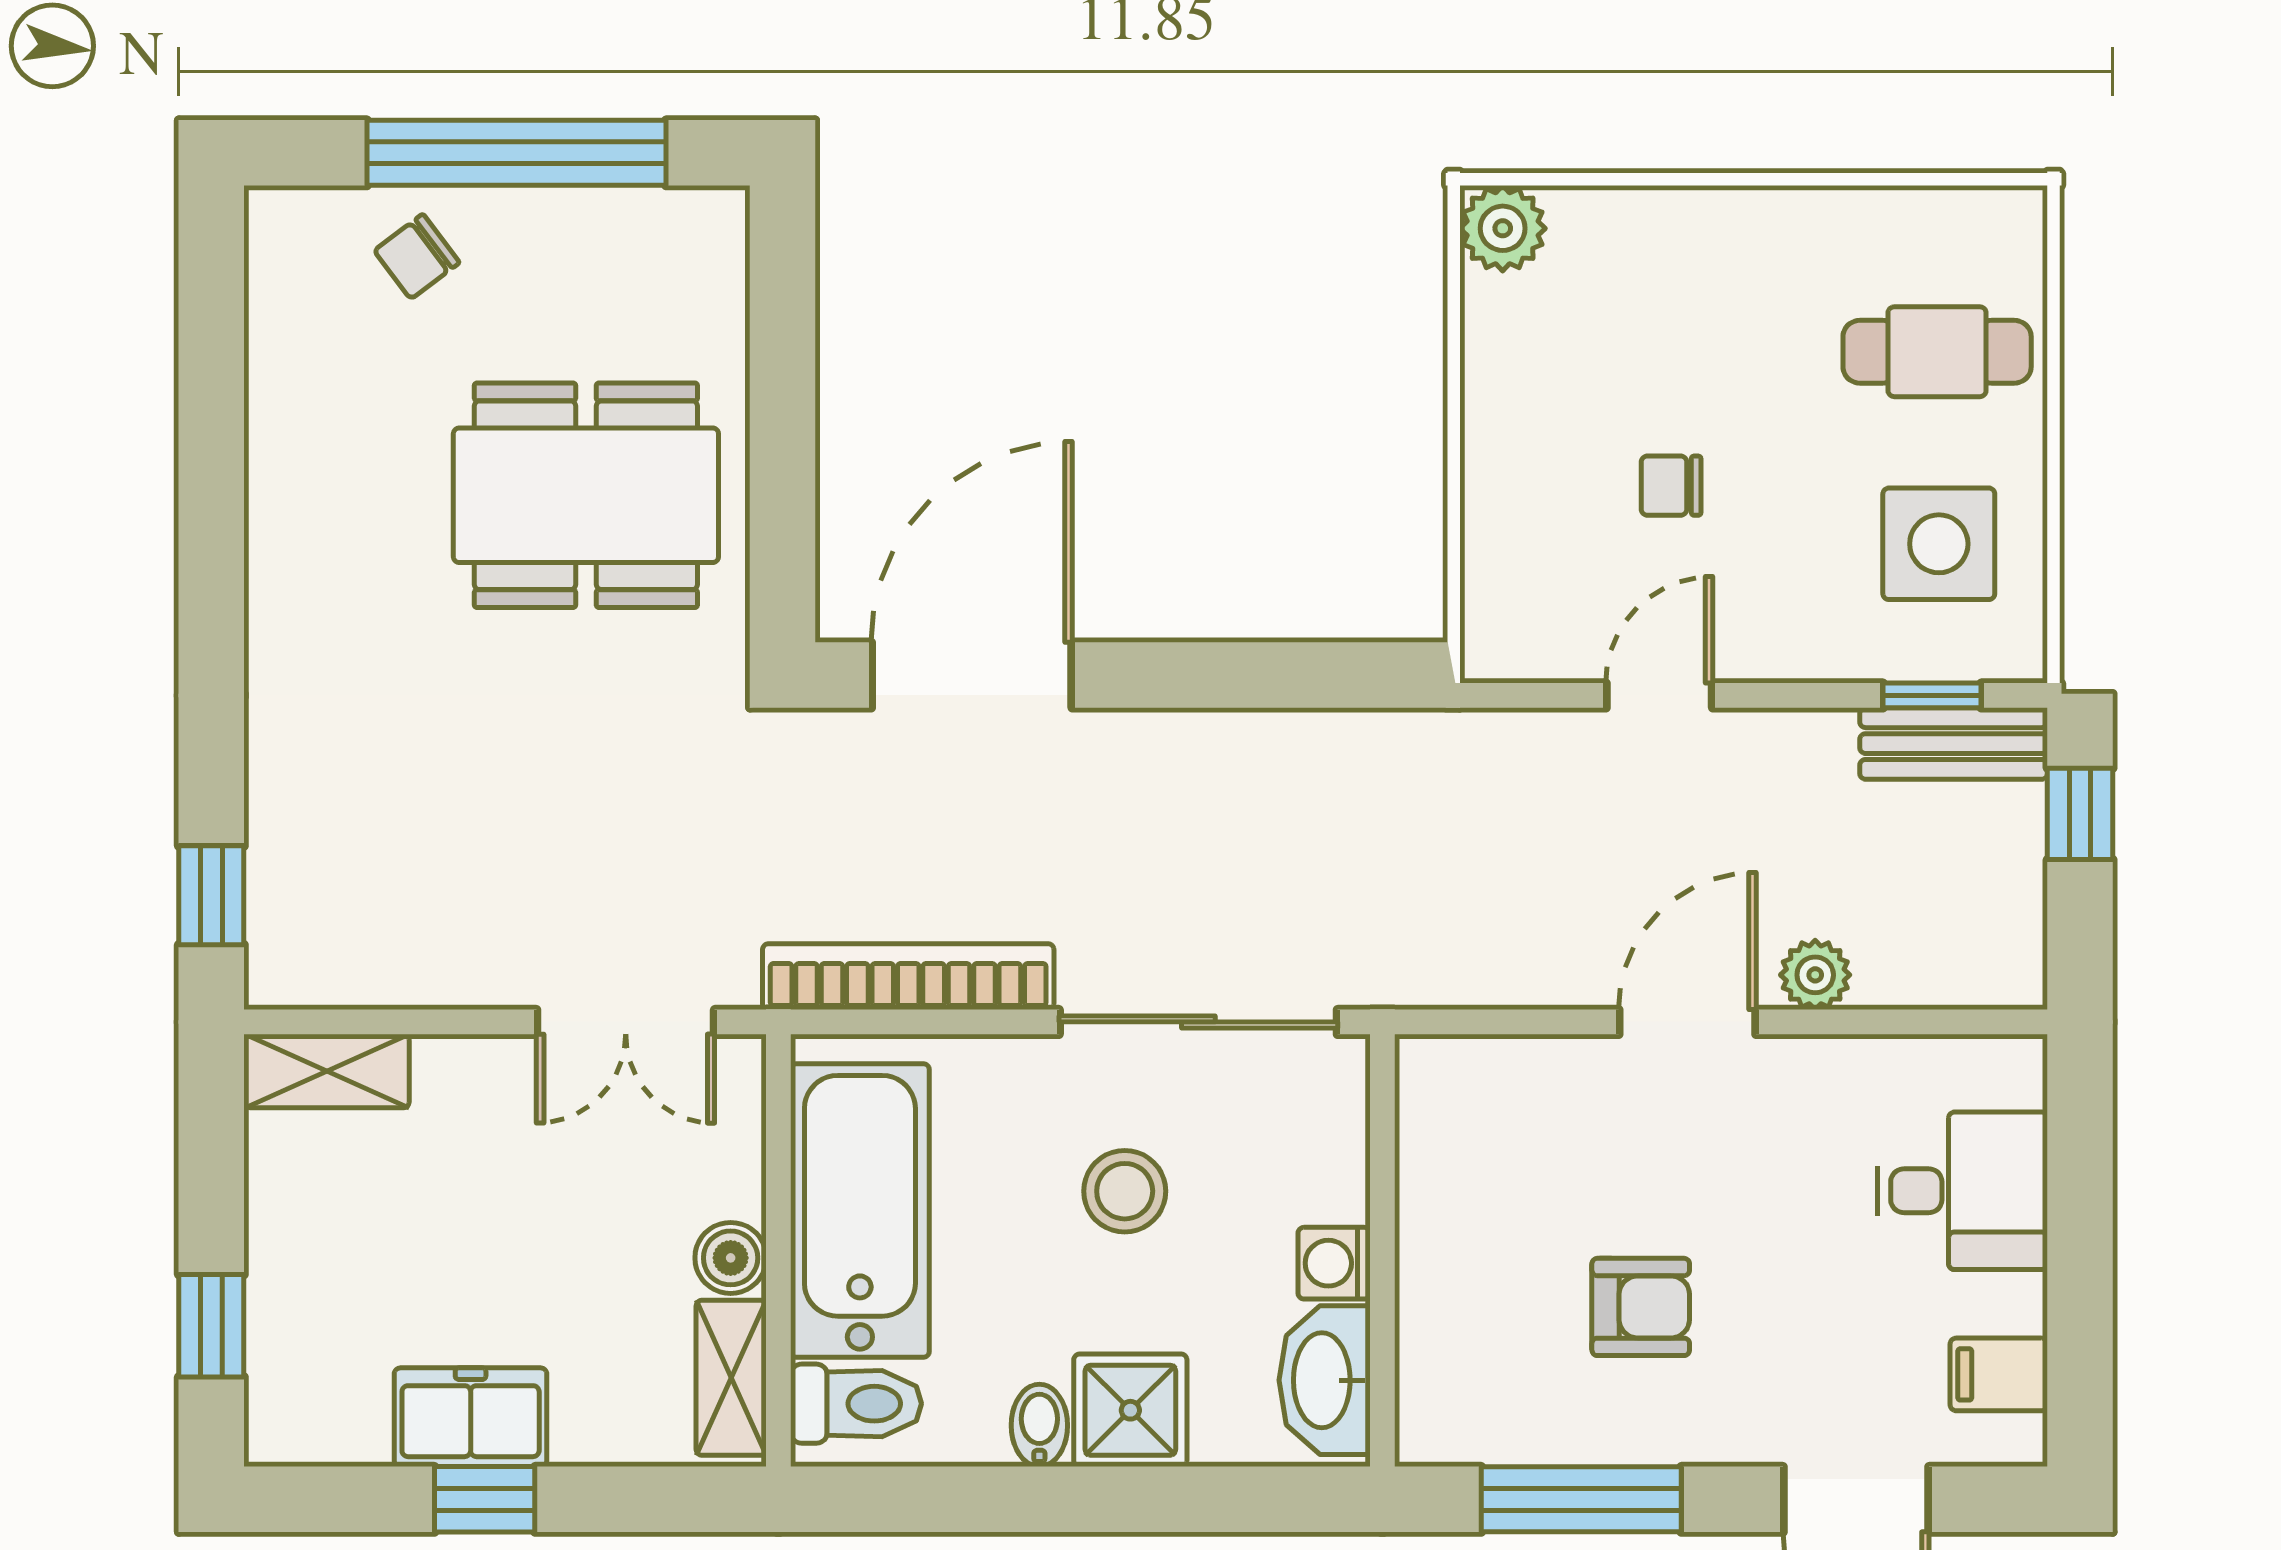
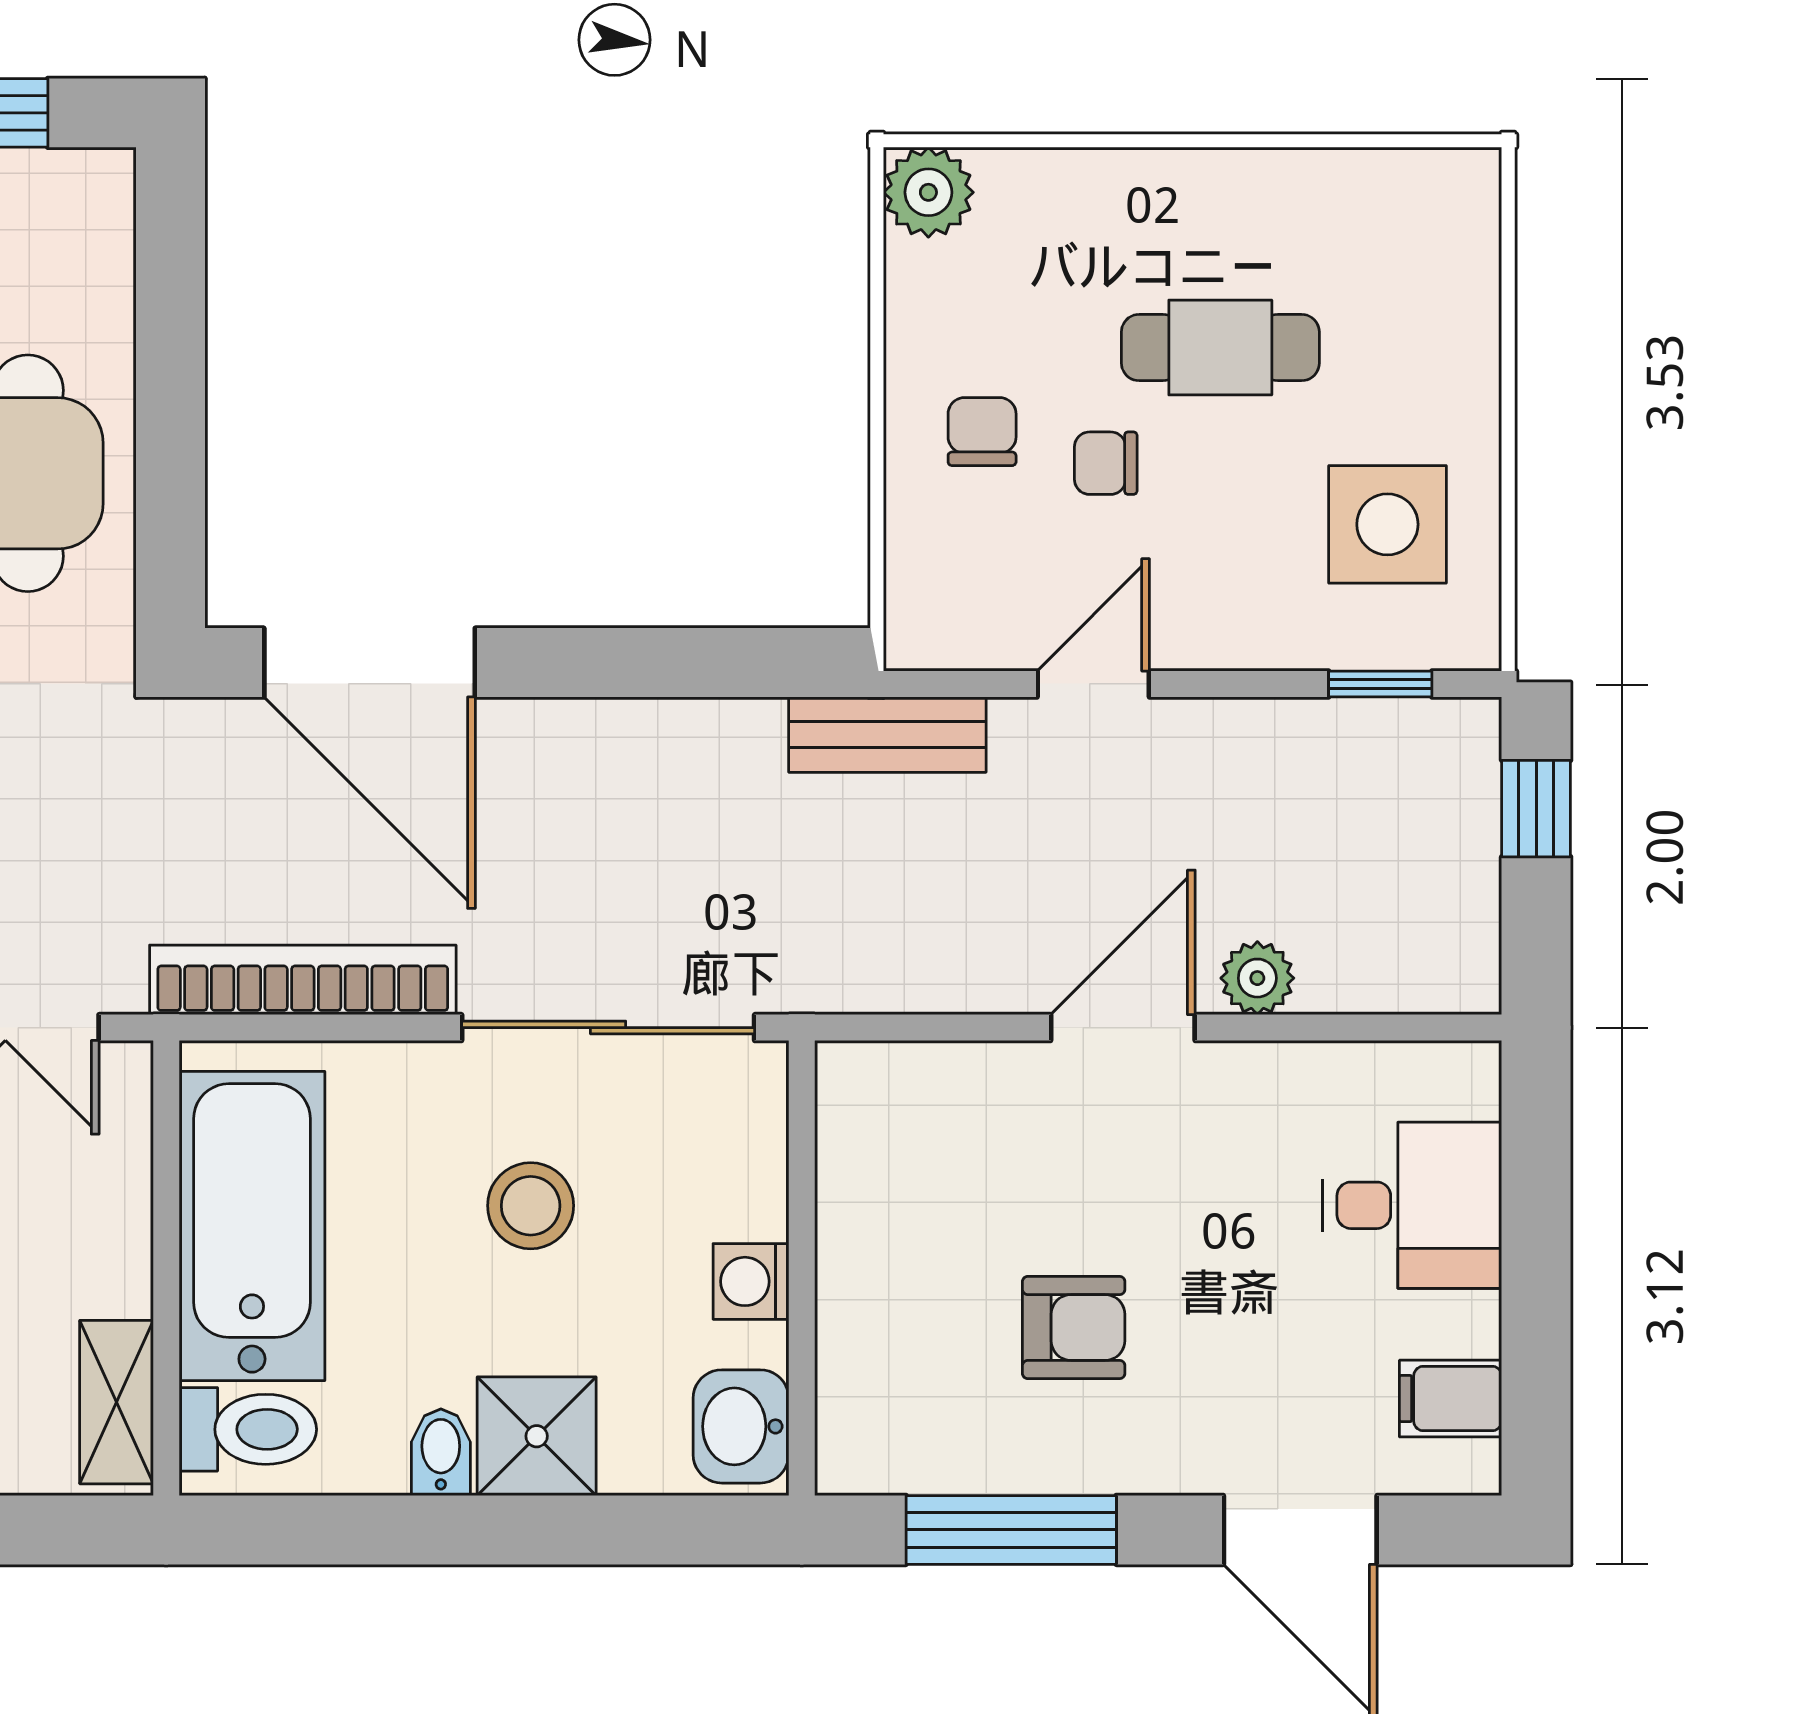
cafe table: (1937, 352) -> (1220, 348), moved
chair: (1554, 456) -> (982, 432), added
door: (972, 675) -> (370, 663), swing flipped
bench: (1954, 744) -> (887, 735), moved
boiler: (731, 1258) -> (116, 1276), removed
washbasin: (1325, 1380) -> (741, 1426), width x0.72

